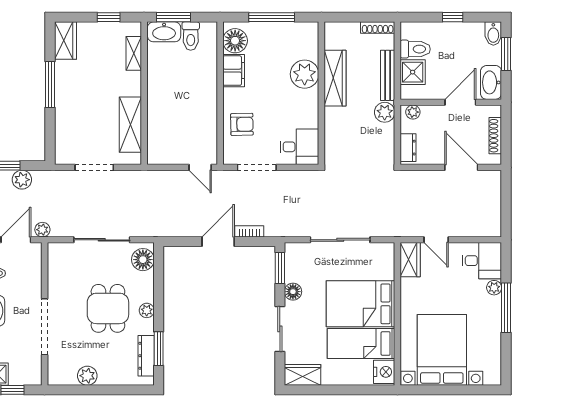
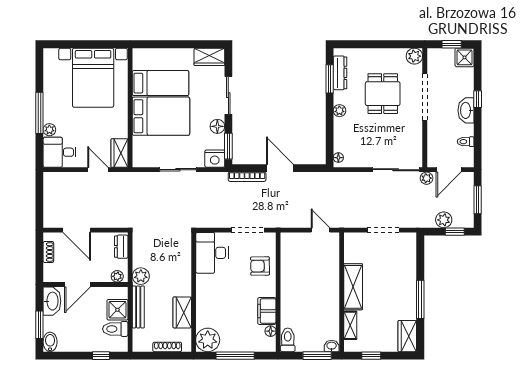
window: (453, 17) -> (101, 356), moved
shoe rack: (378, 28) -> (167, 347), moved
washbasin: (164, 32) -> (332, 346), width x0.52, depth x0.69
toilet: (191, 36) -> (288, 340), moved
floor lamp: (235, 41) -> (271, 331), width x0.53, depth x0.53
plant: (305, 74) -> (208, 340), moved
wardrobe: (335, 78) -> (182, 312), width x0.67
shelving: (130, 125) -> (353, 287), moved
shoe rack: (495, 136) -> (48, 252), width x0.70
desk: (299, 147) -> (212, 253), width x1.37
door: (200, 167) -> (321, 230), moved
bookcase: (249, 231) -> (247, 177), width x1.56
sliding door: (102, 240) -> (396, 170), moved
sliding door: (340, 240) -> (178, 170), width x0.73
door: (218, 242) -> (280, 168), swing flipped
floor lamp: (143, 260) -> (338, 158), width x0.53, depth x0.53
dining table: (108, 308) -> (383, 94), moved
nightstand: (384, 372) -> (215, 159), moved, turned -90
plant: (87, 376) -> (414, 56), moved

